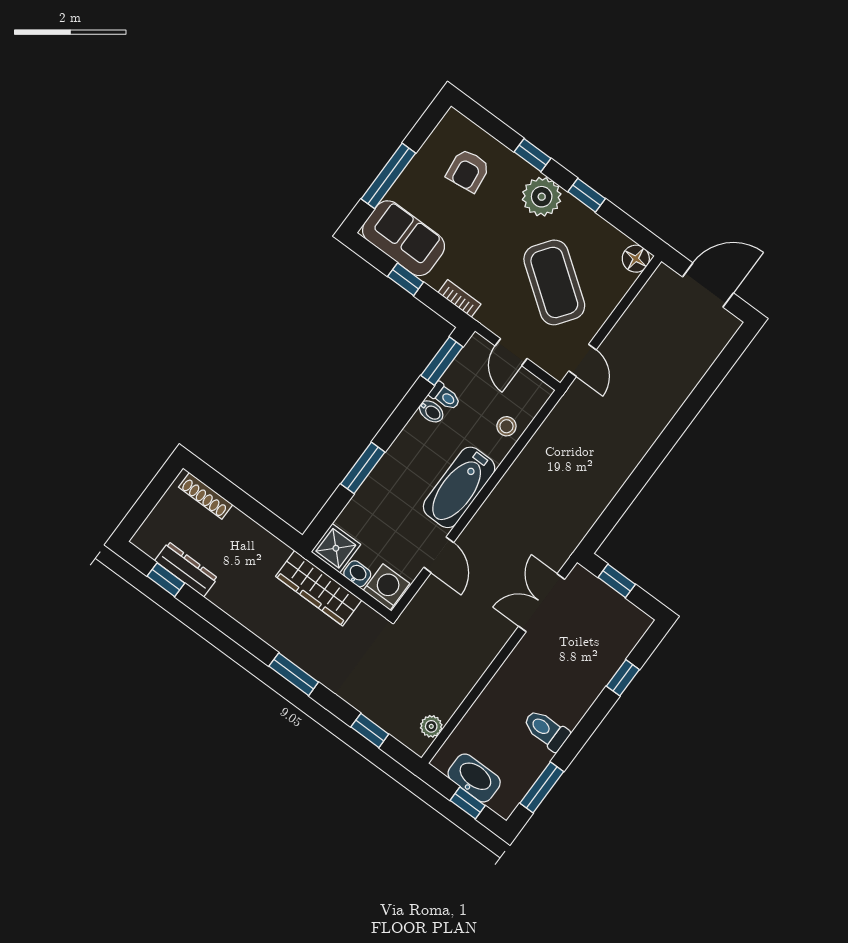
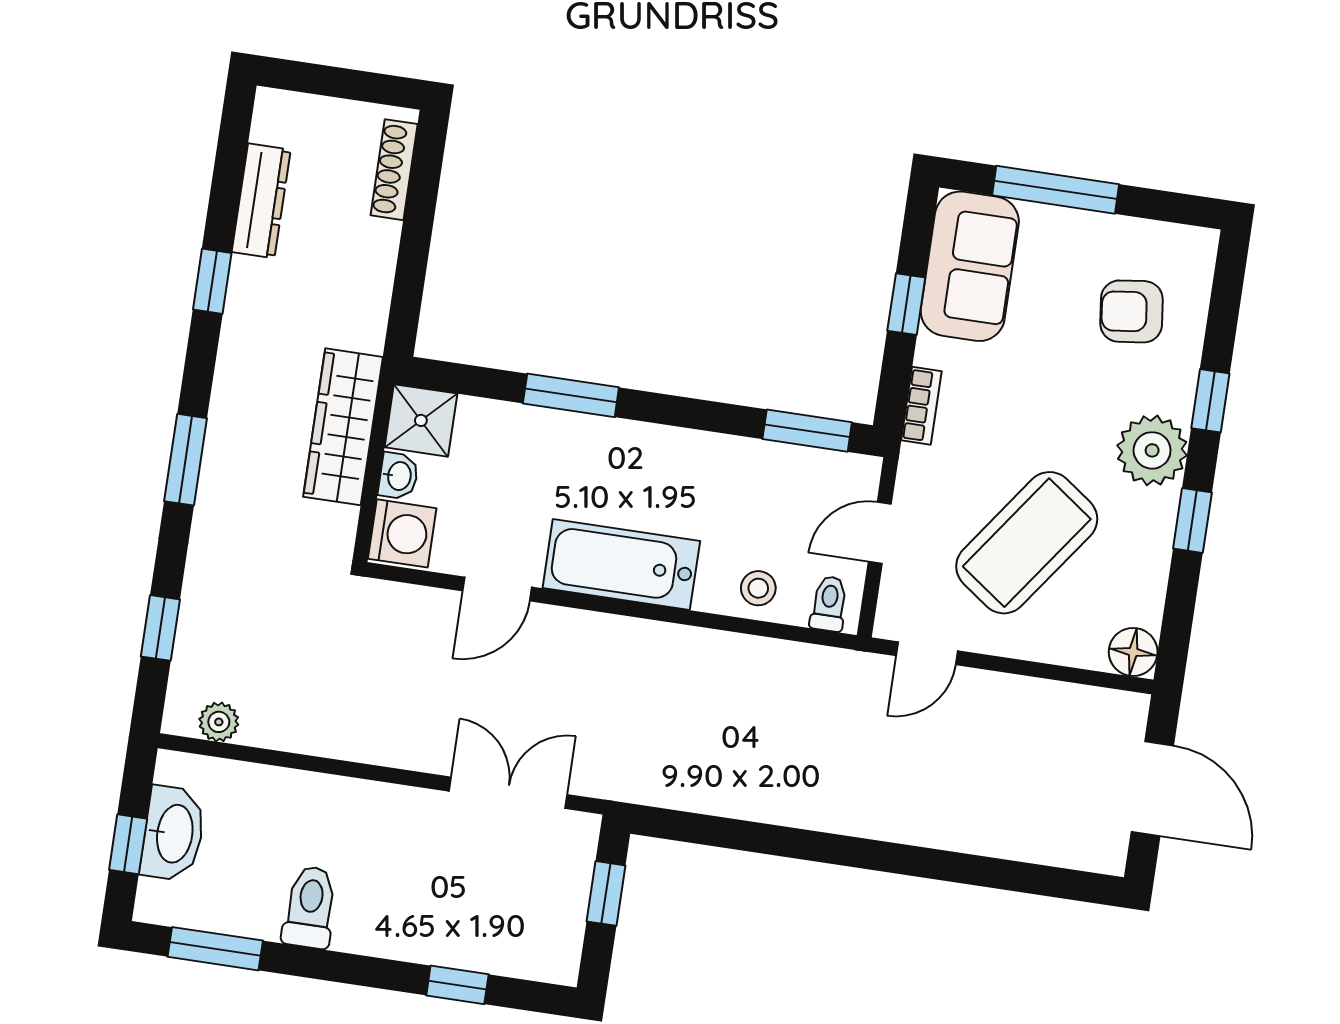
toilet: (445, 396) -> (829, 604), moved, turned 180
bidet: (431, 411) -> (718, 456), removed
window: (166, 580) -> (212, 281), moved

